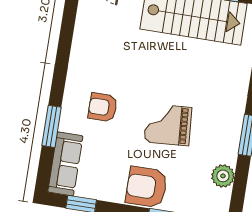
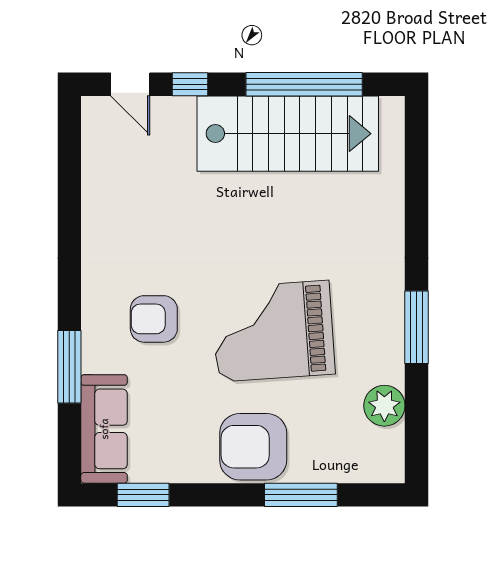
grand piano: (168, 125) -> (273, 331), width x1.37, depth x1.48

